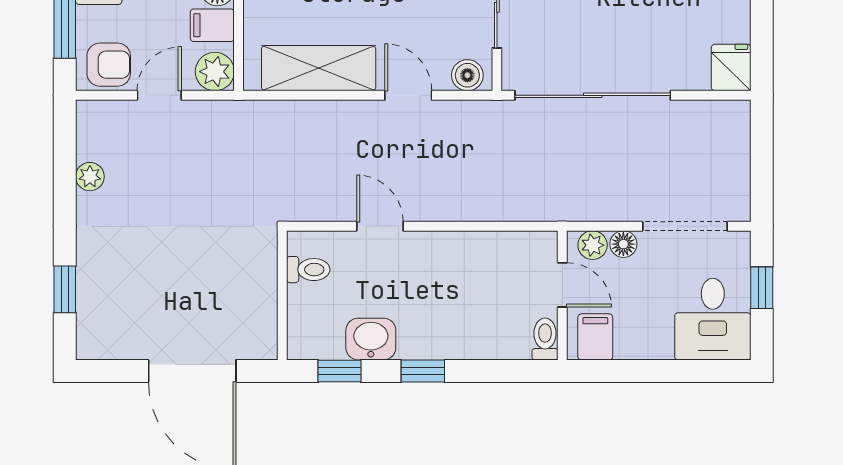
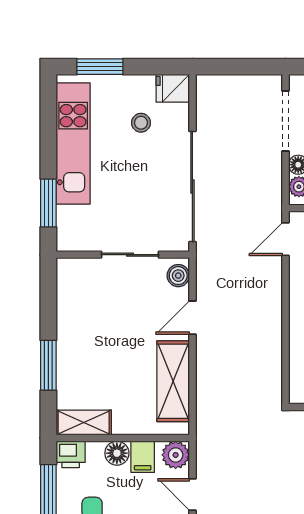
stool: (683, 23) -> (141, 123), added
door: (380, 226) -> (285, 239), moved

